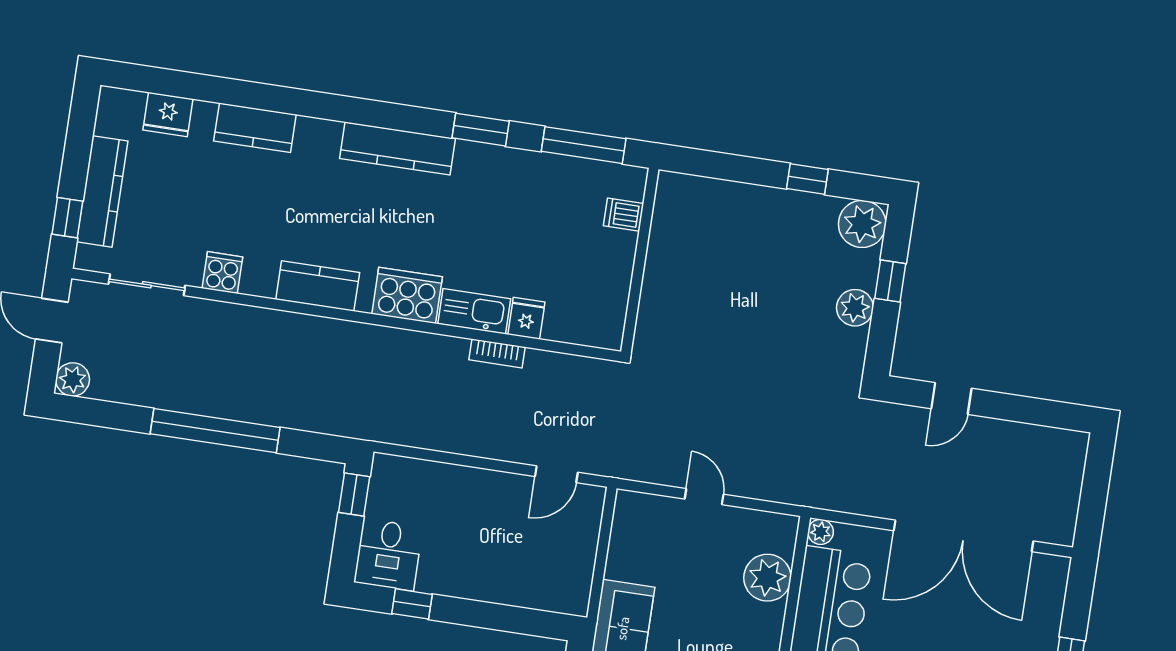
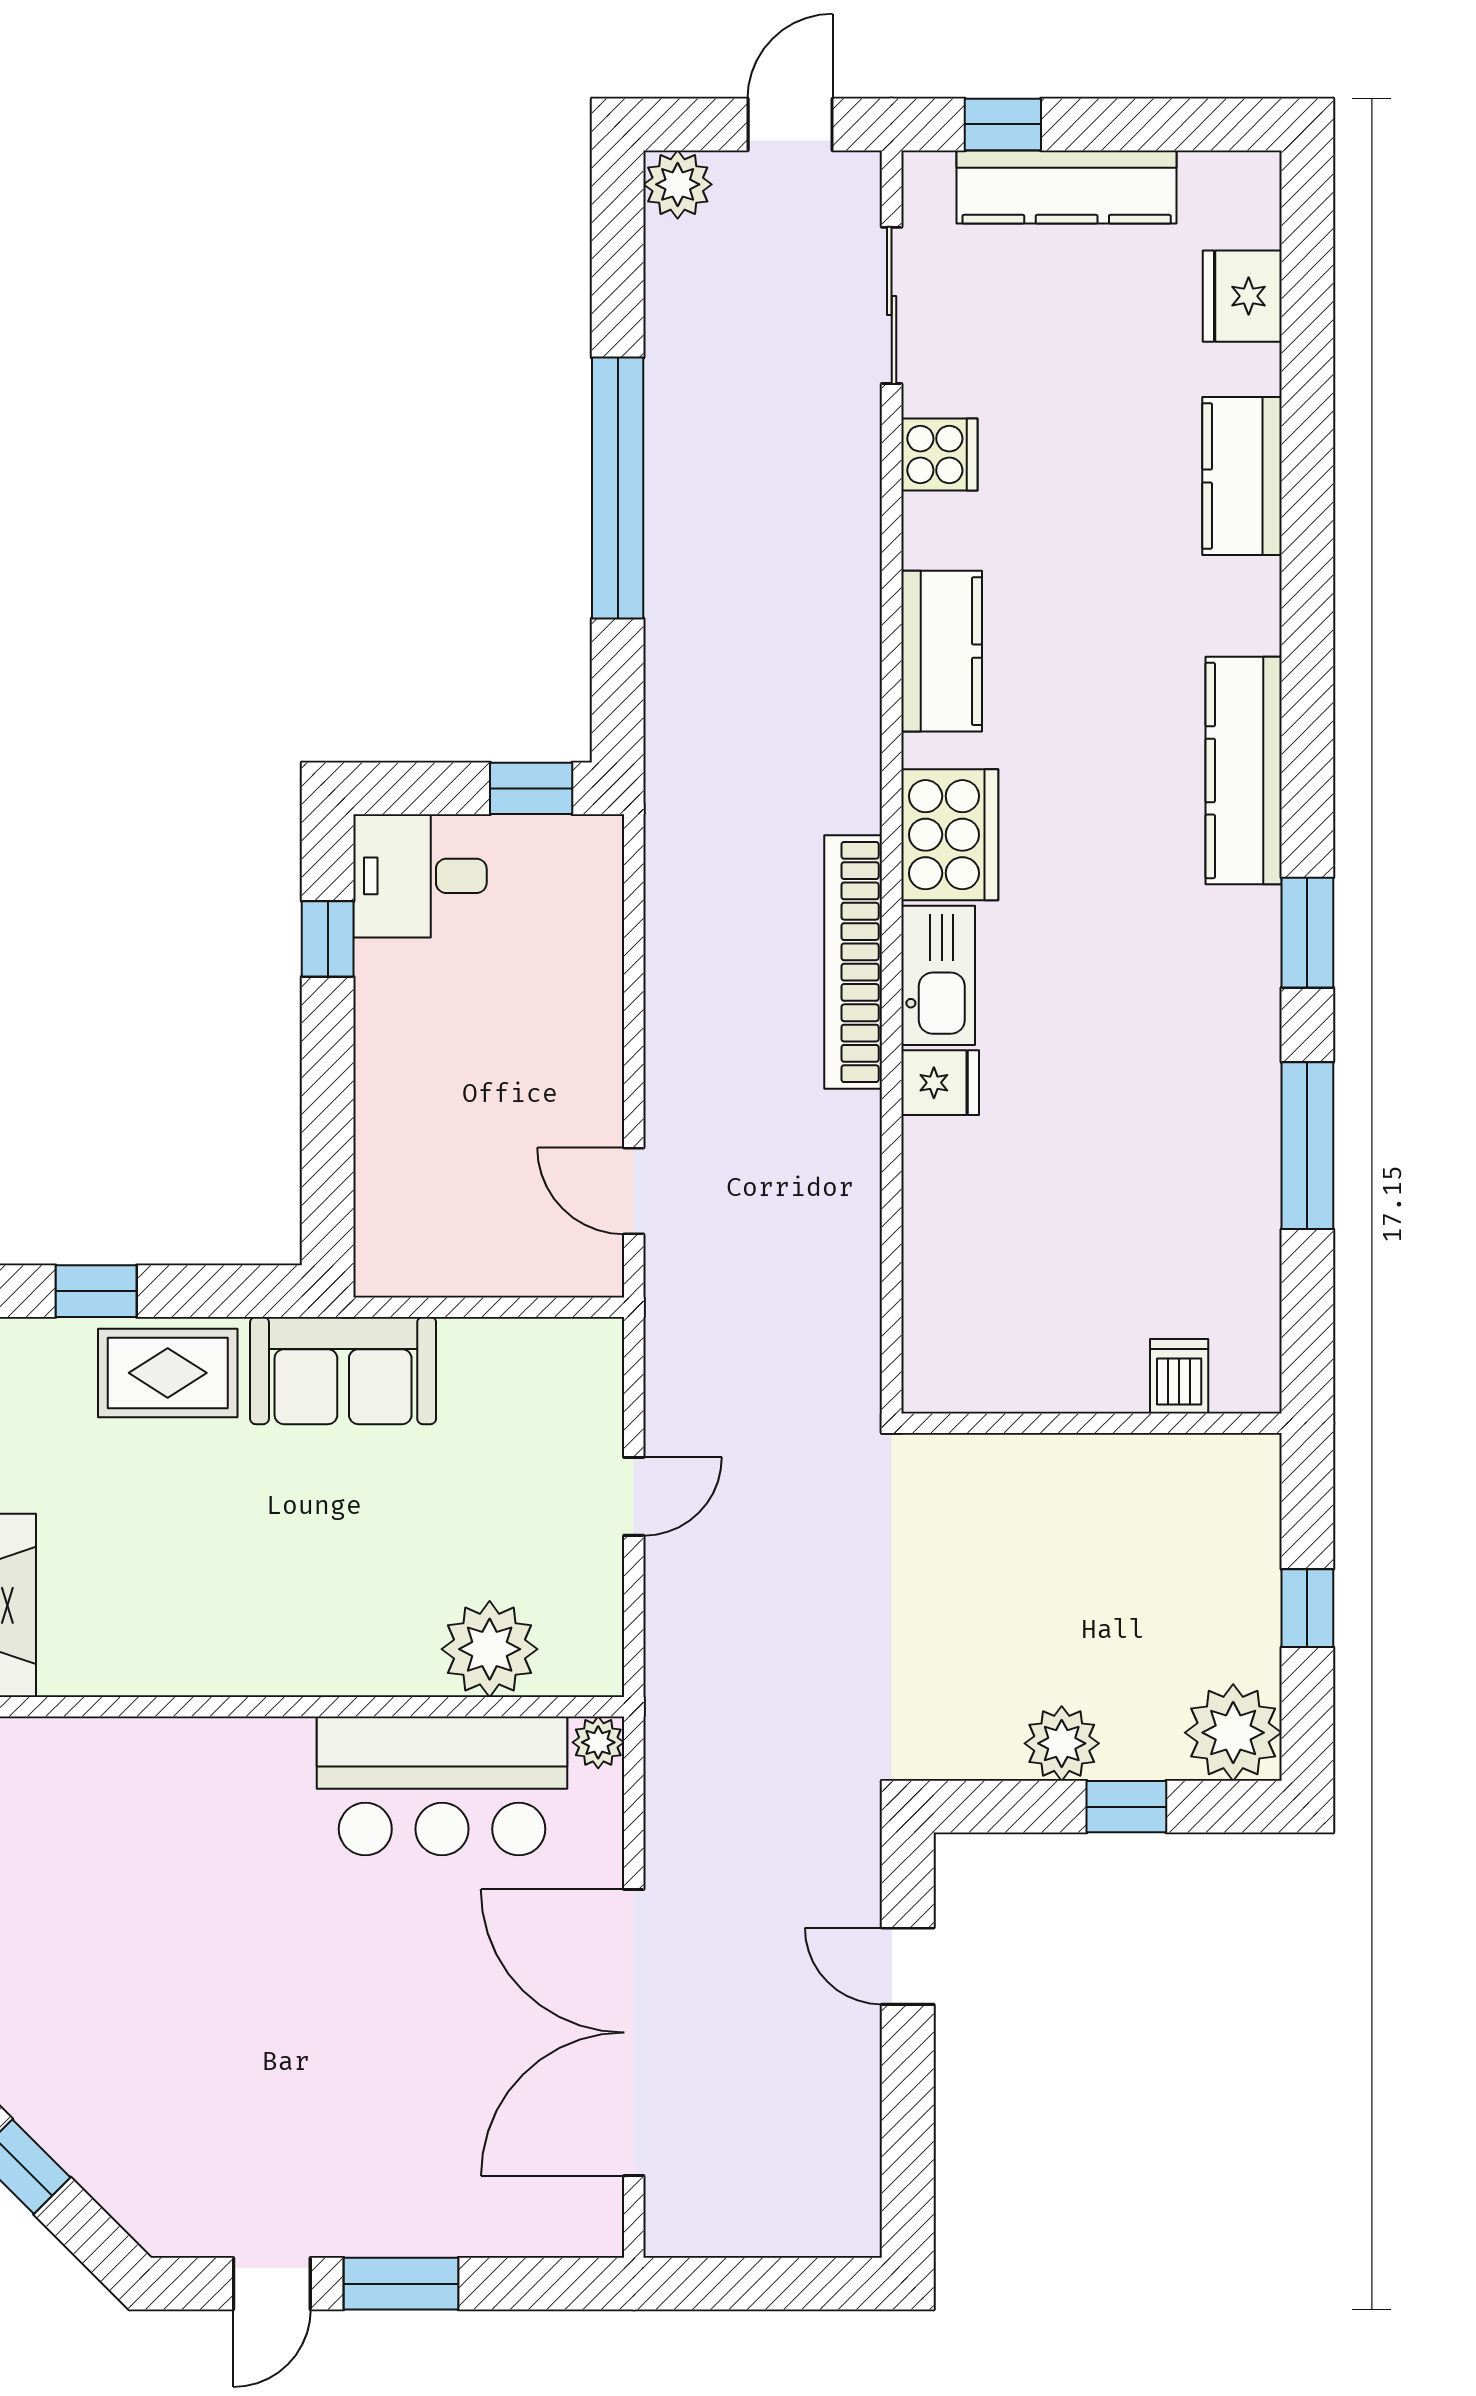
dishwasher: (624, 215) -> (1179, 1376), moved
wall: (640, 260) -> (1091, 1423), moved
bookcase: (497, 353) -> (853, 962), width x2.31, depth x1.31

